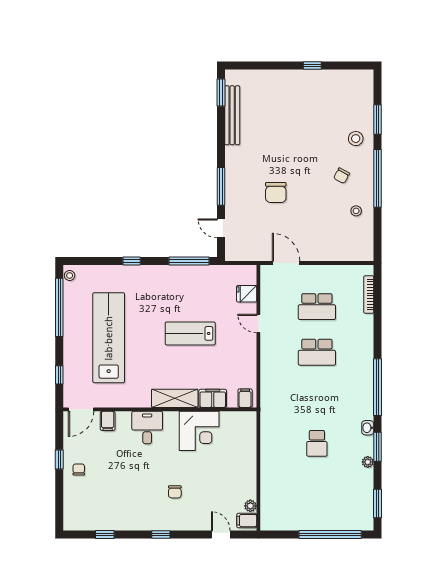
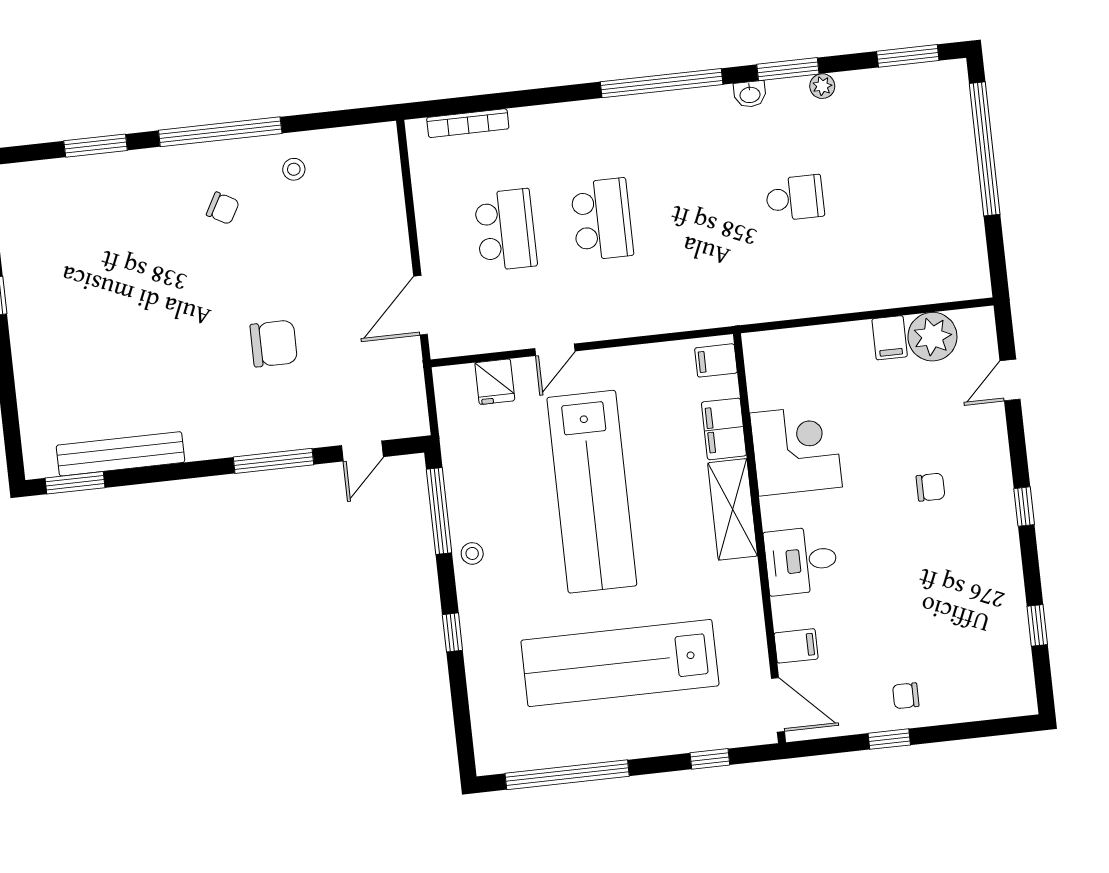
stool: (356, 139) -> (141, 187), removed
stool: (70, 275) -> (472, 553), moved
lab bench: (190, 333) -> (592, 492), width x1.86, depth x1.39
plant: (250, 506) -> (932, 337), width x1.87, depth x1.87
filing cabinet: (247, 521) -> (890, 338), moved

